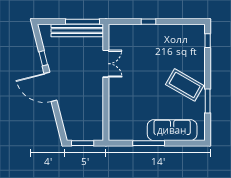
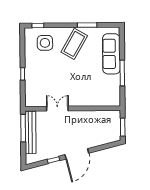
side table: (186, 49) -> (45, 43), added

